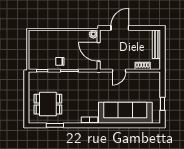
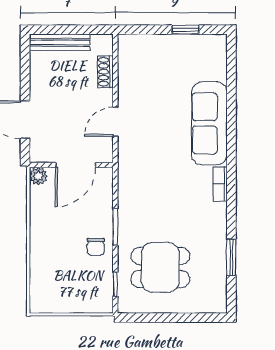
door: (119, 71) -> (115, 122), swing flipped
dining table: (48, 104) -> (160, 267), moved, turned 90
sofa: (125, 113) -> (209, 123), width x0.74, depth x0.79

